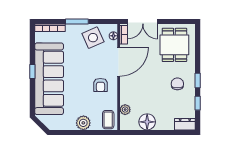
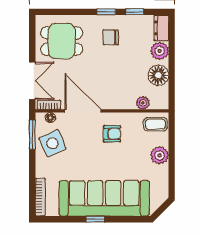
window: (77, 22) -> (32, 135), moved
plant: (167, 123) -> (160, 51), added

